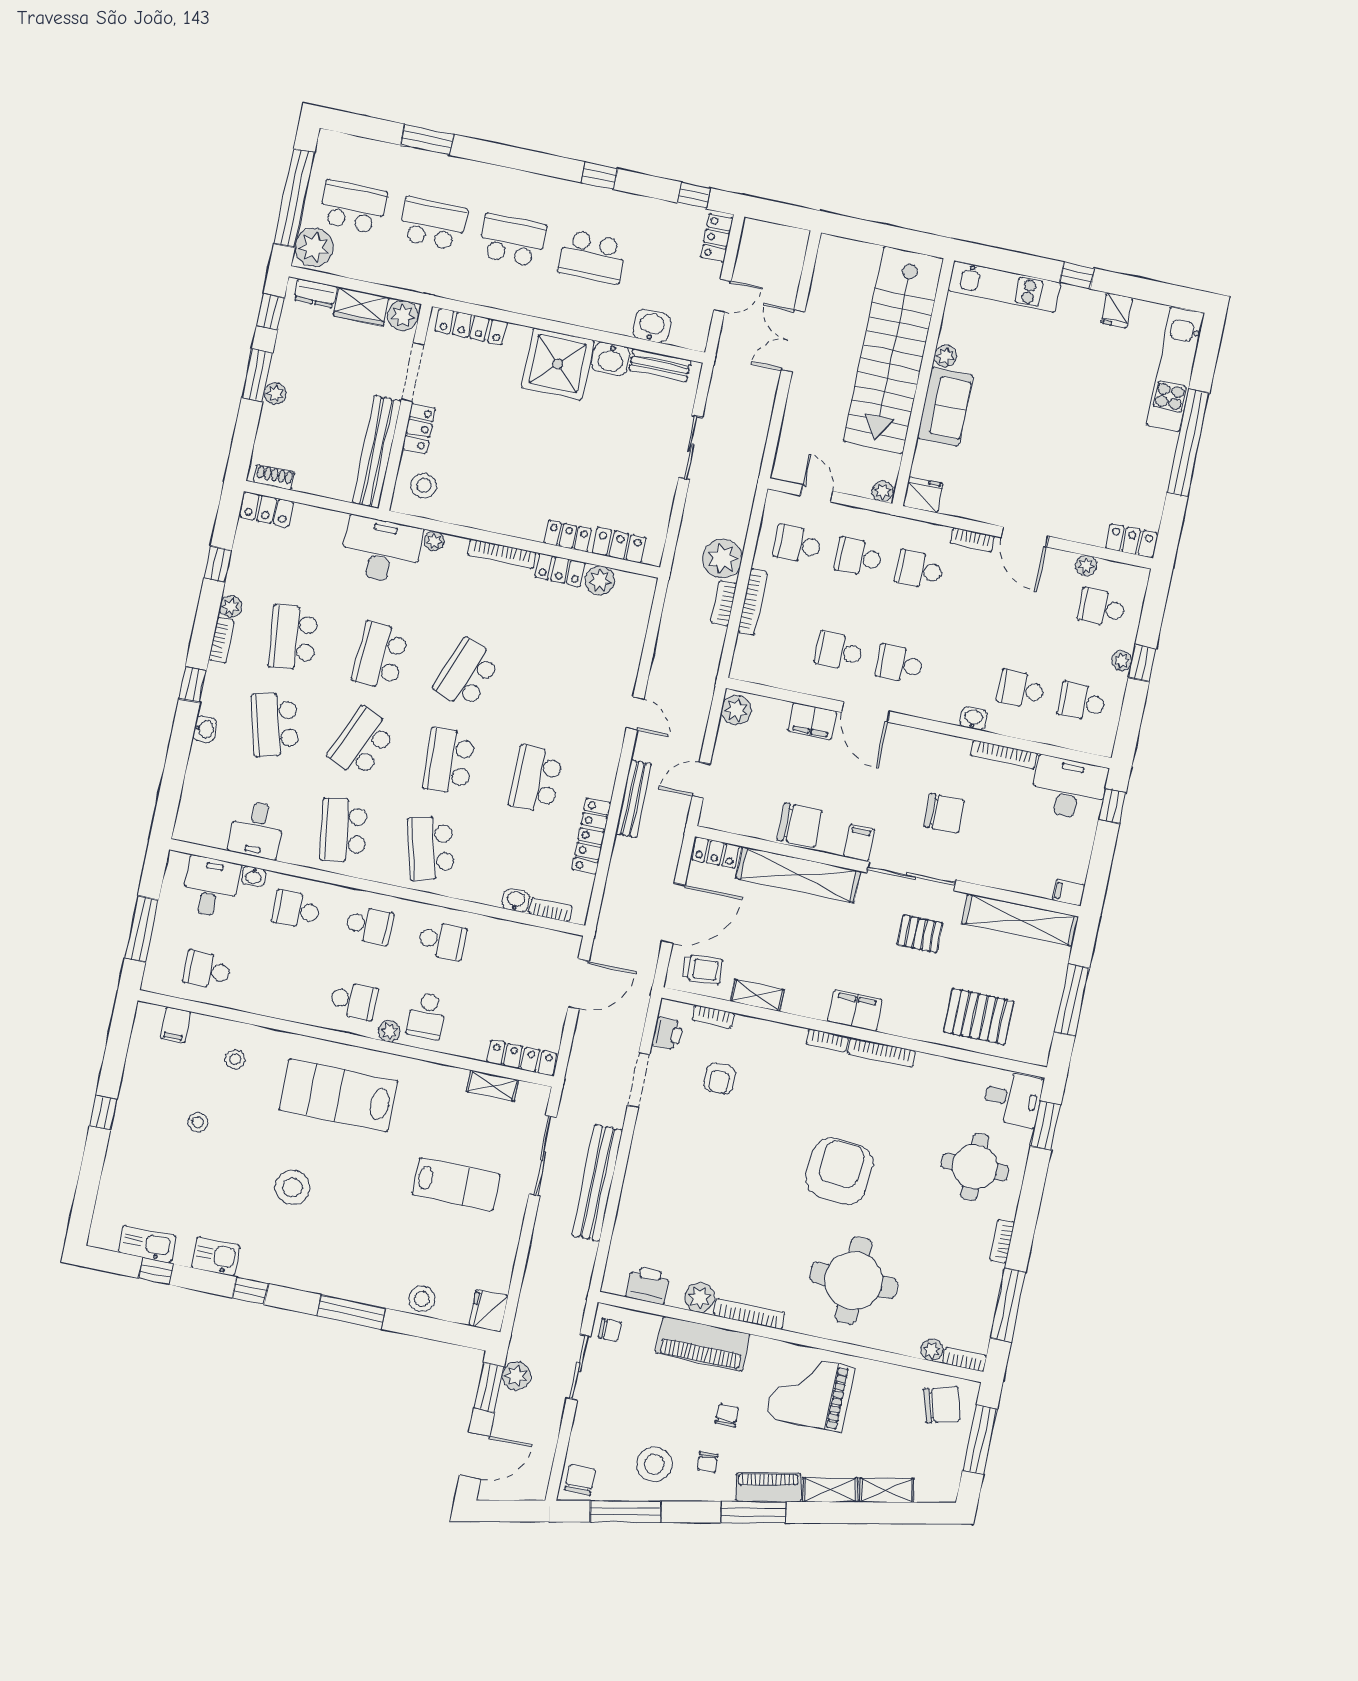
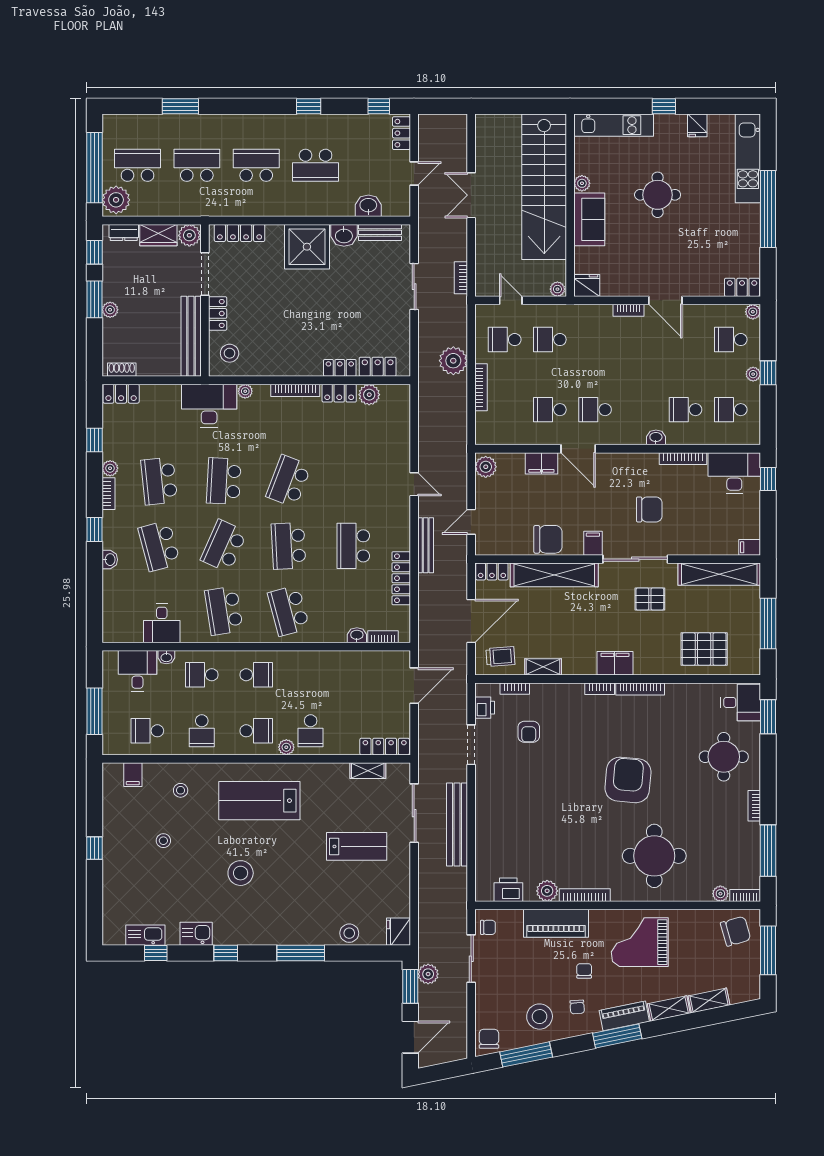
round table: (1044, 393) -> (658, 195), added
plant: (1086, 566) -> (753, 312), moved
school desk: (919, 570) -> (595, 340), removed
bookcase: (724, 603) -> (461, 278), moved
school desk: (442, 941) -> (202, 731), moved, turned 90

